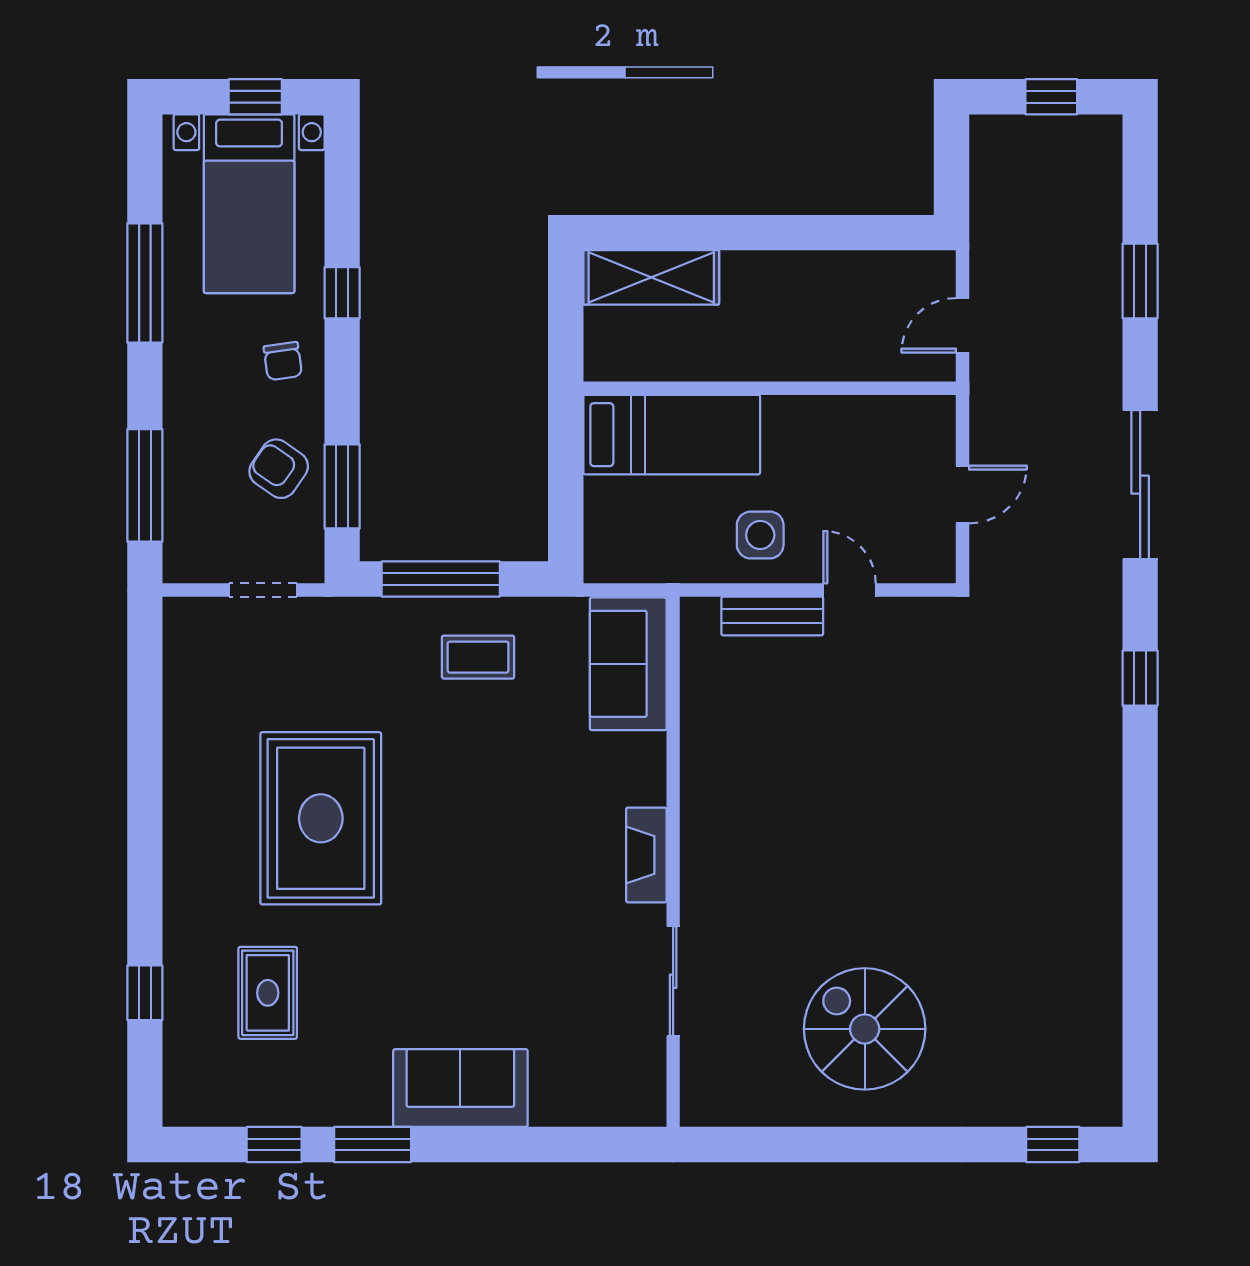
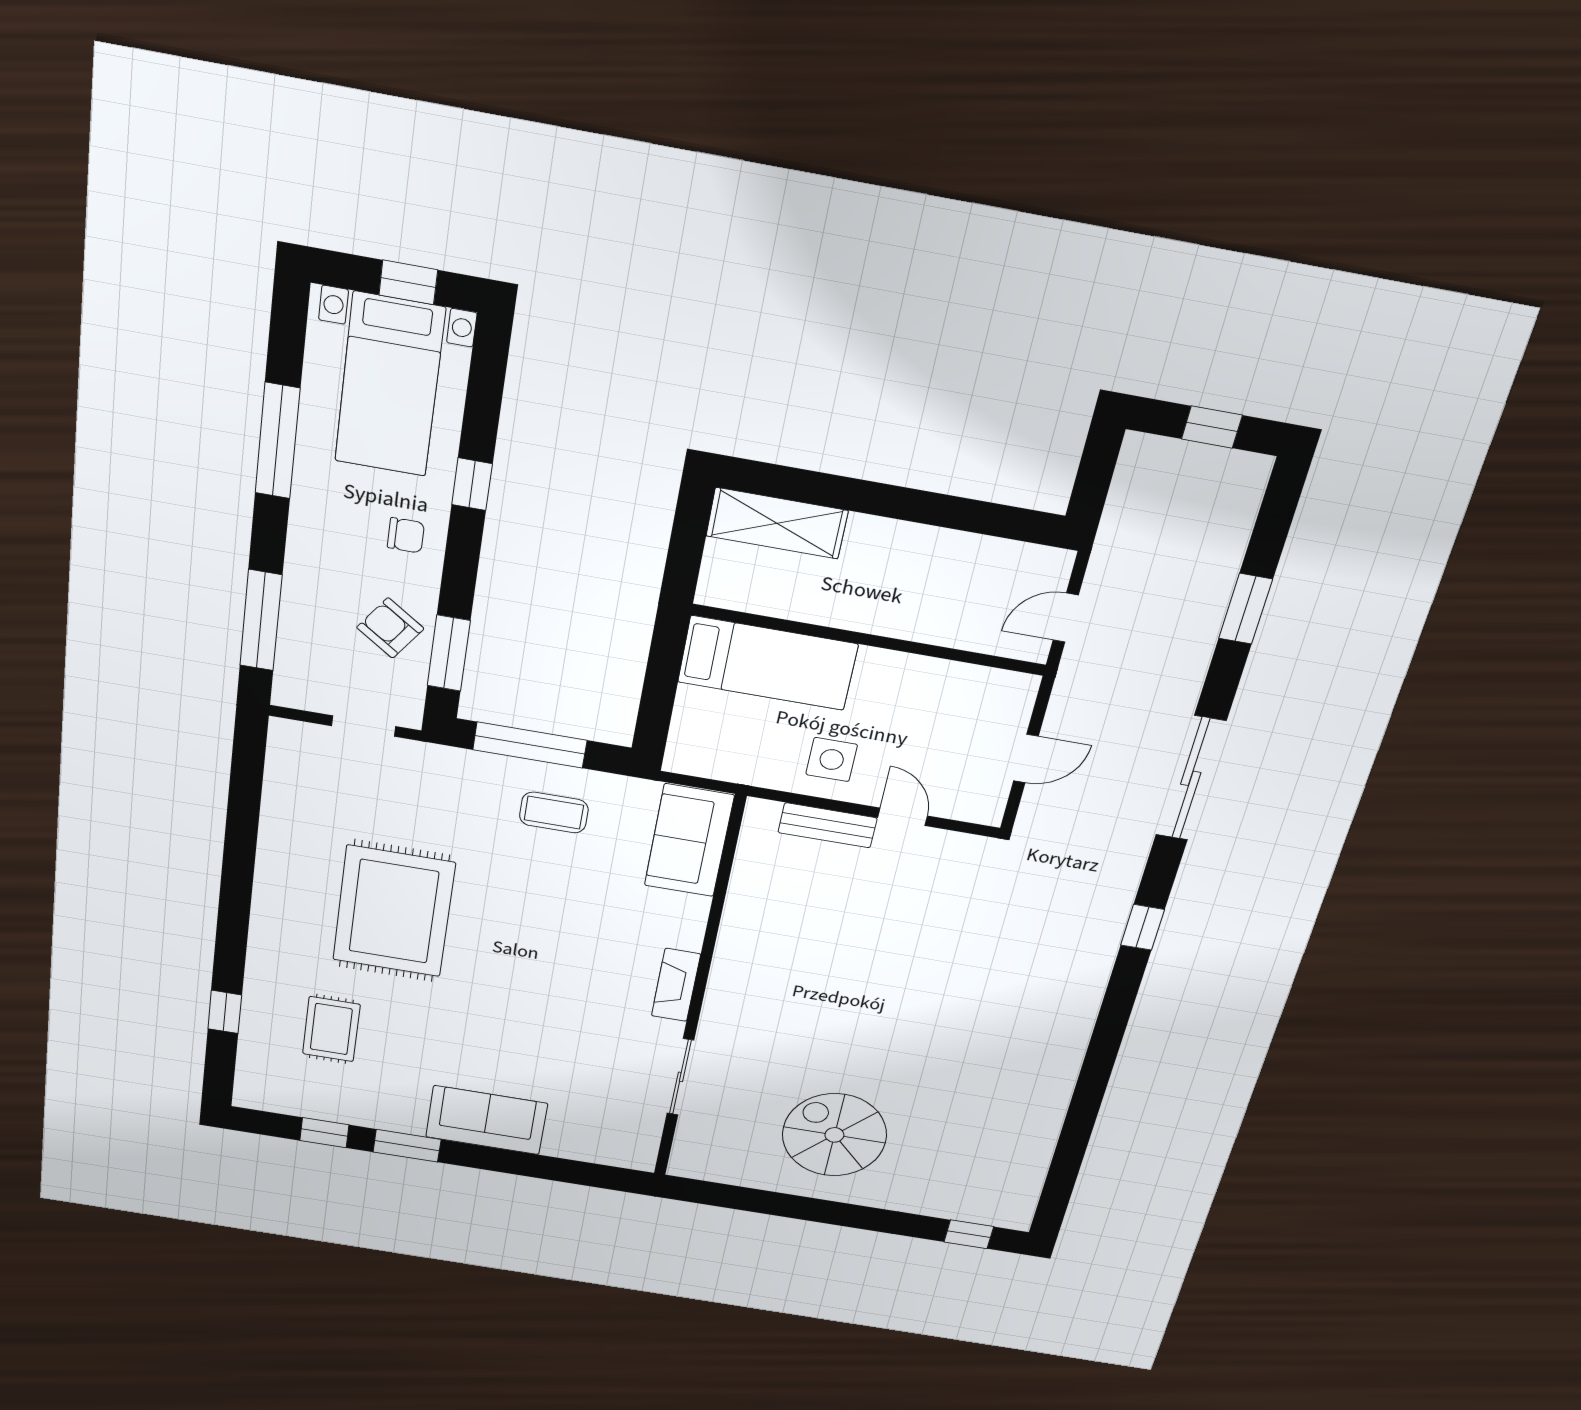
chair: (283, 361) -> (406, 535), turned -82

